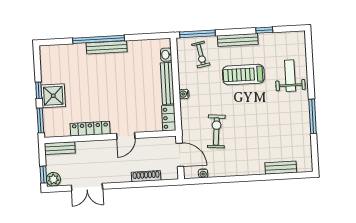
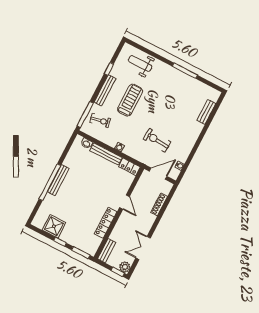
treadmill: (243, 75) -> (130, 100), turned 180
weight bench: (290, 76) -> (140, 63), moved
shower: (53, 96) -> (54, 226), moved
double door: (87, 187) -> (143, 248), swing flipped

